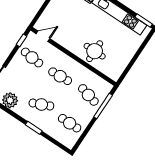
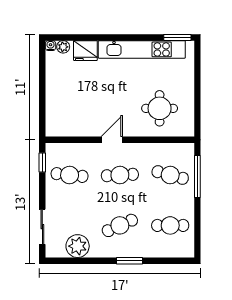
door: (43, 36) -> (112, 140), moved
round table: (95, 51) -> (160, 108), moved

